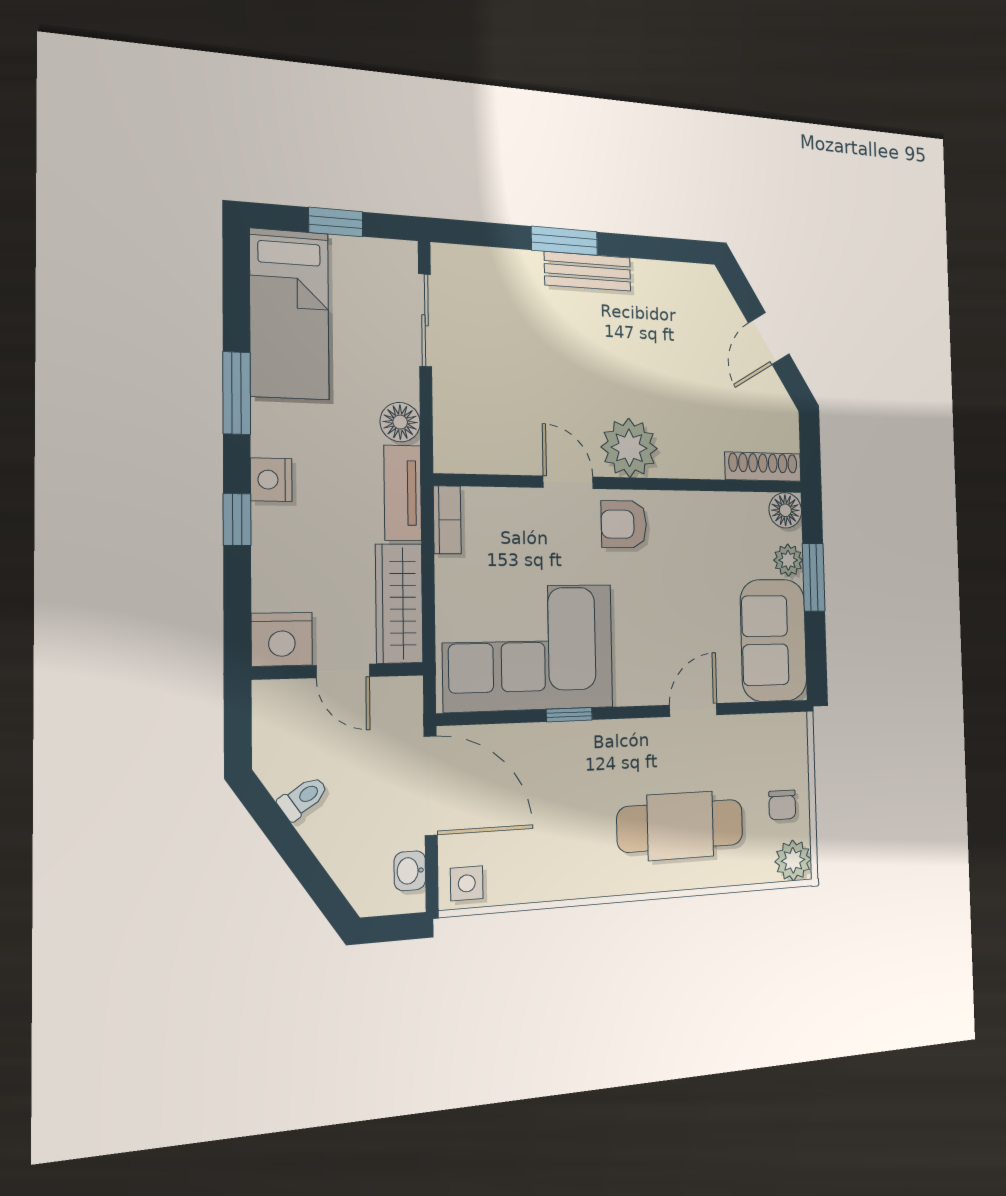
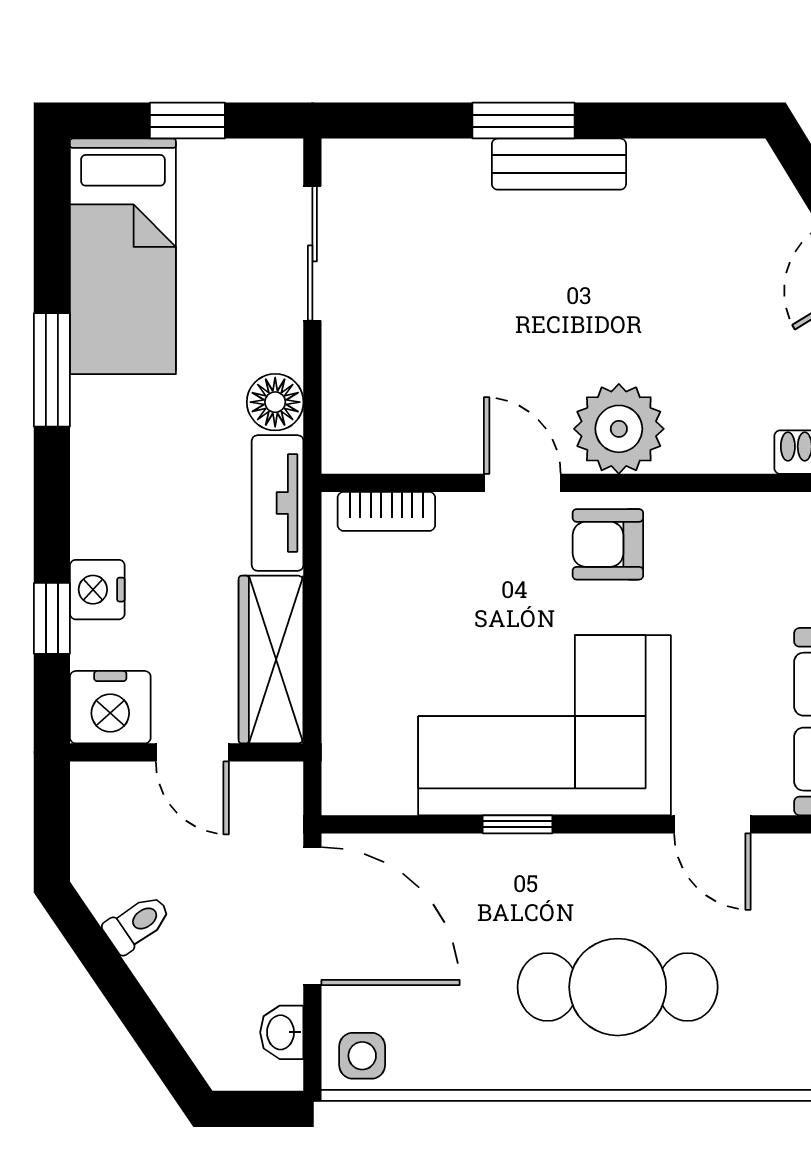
nightstand: (271, 480) -> (97, 590), moved
window: (237, 520) -> (52, 618), moved
bookcase: (447, 520) -> (386, 511), moved, turned 90
corner sofa: (529, 647) -> (544, 725), moved
door: (693, 710) -> (712, 824), swing flipped
cafe table: (680, 826) -> (618, 987), moved

